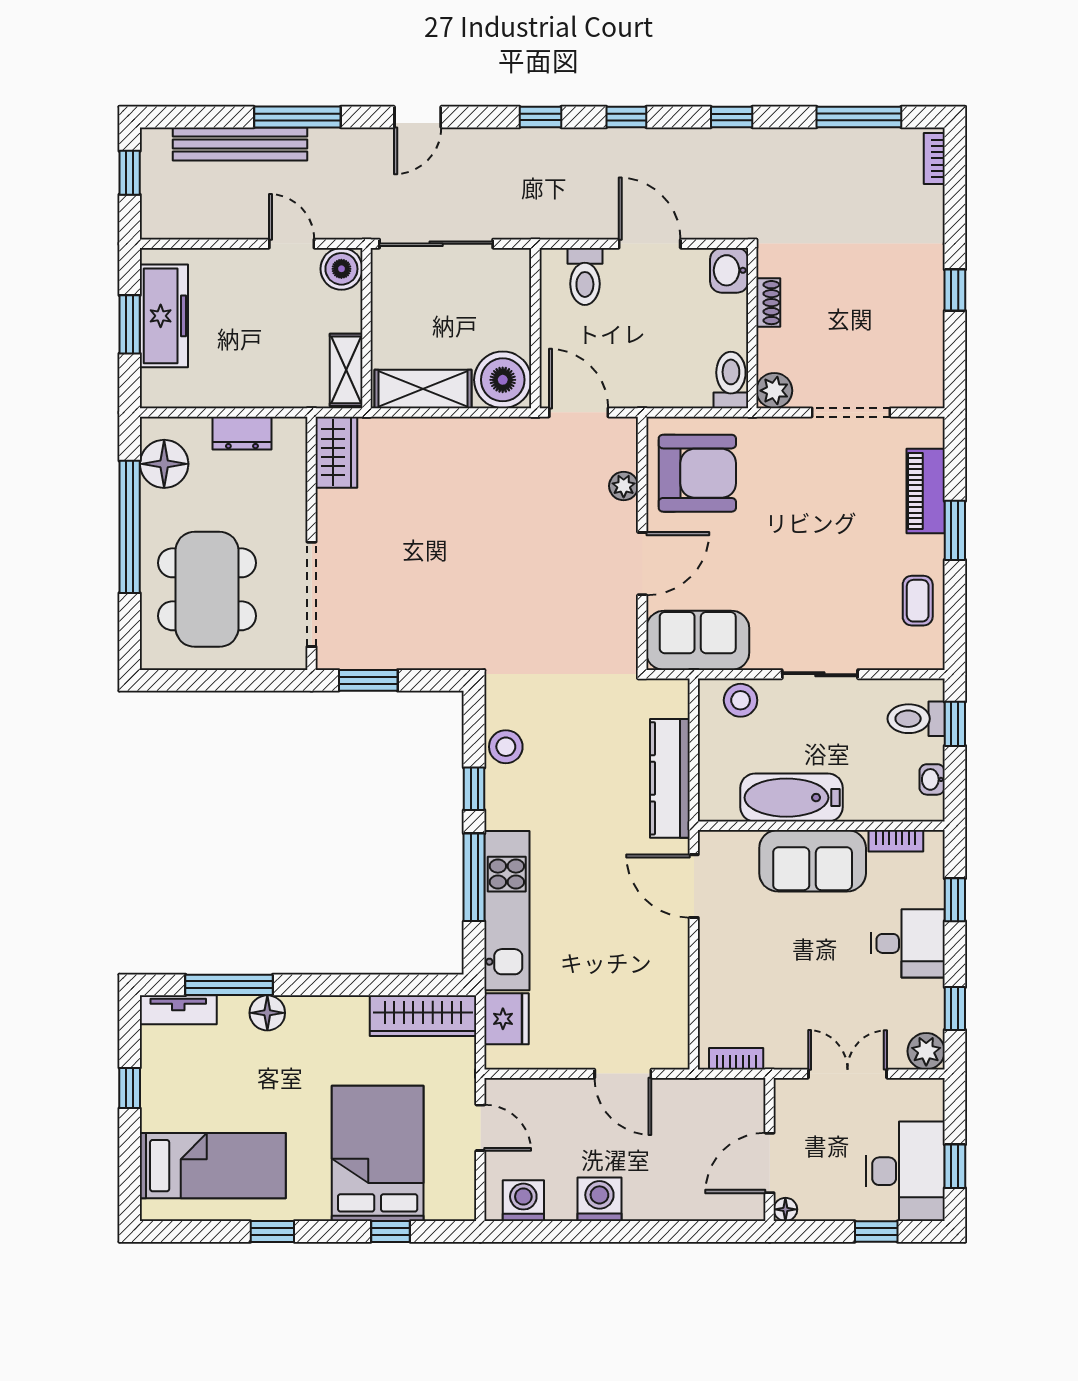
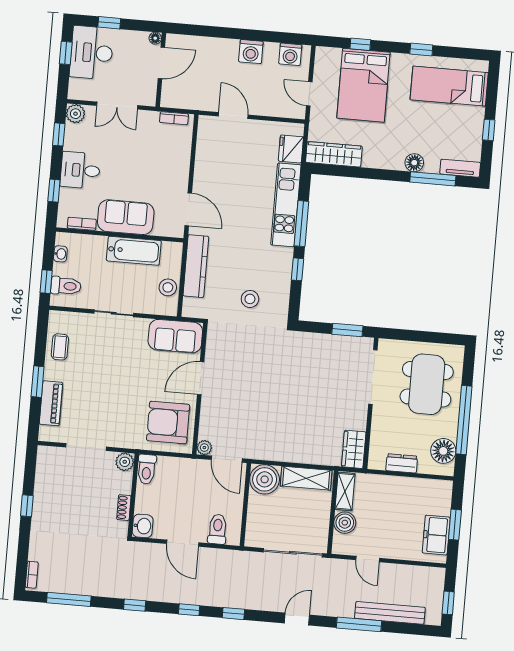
boiler: (341, 269) -> (345, 523), moved
freezer: (164, 316) -> (436, 535), width x0.71
plant: (624, 486) -> (204, 448), moved
stool: (741, 700) -> (168, 287), moved
stool: (506, 747) -> (250, 299), moved

